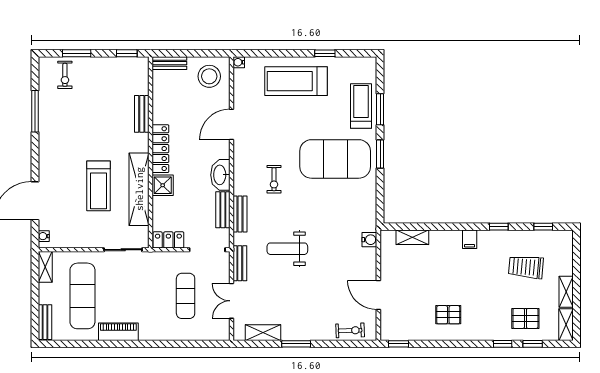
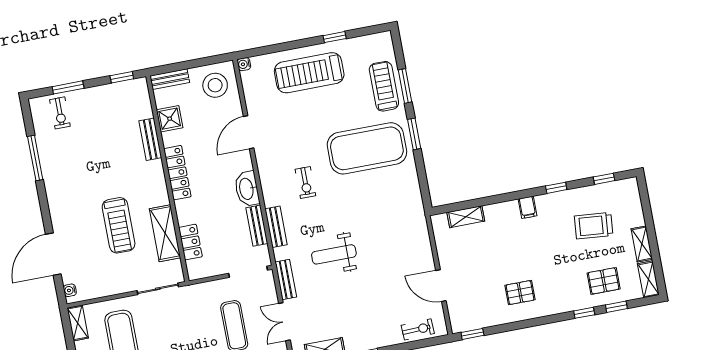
shower: (163, 185) -> (170, 119), moved
shelving: (139, 189) -> (165, 233), width x0.68
locker: (168, 240) -> (190, 242), moved, turned 90
water cooler: (369, 240) -> (420, 228), removed

